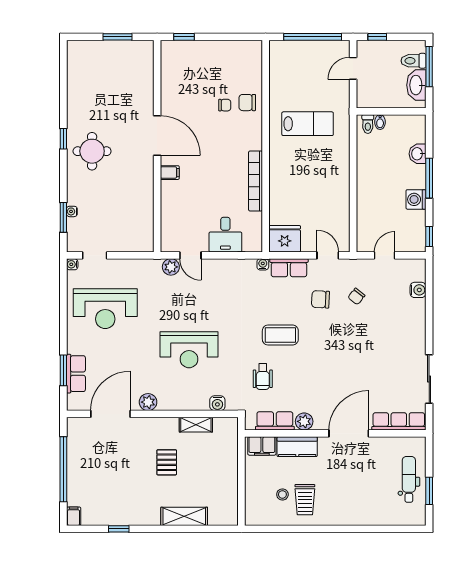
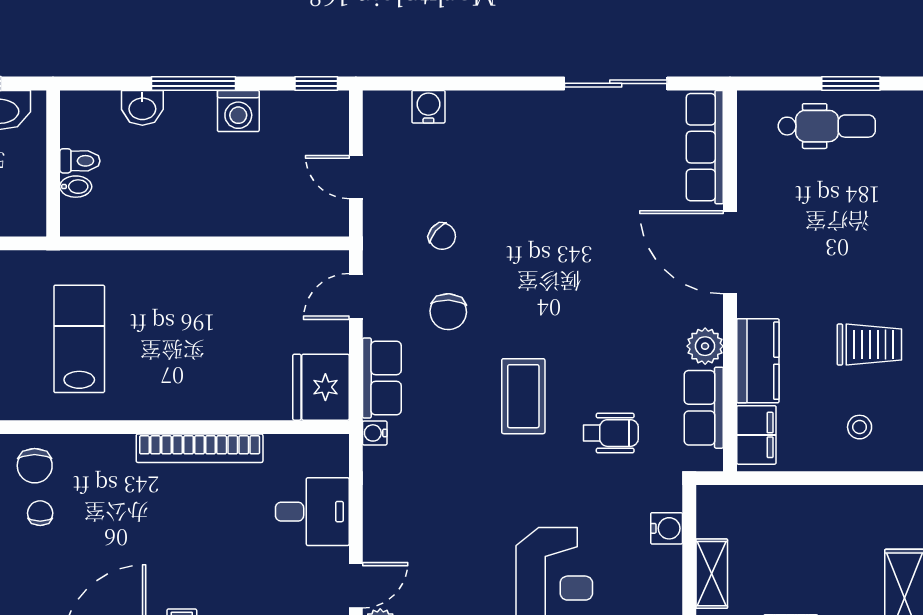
toilet: (368, 124) -> (80, 161), moved
dental chair: (409, 479) -> (827, 126), turned 180
stool: (282, 494) -> (860, 427), moved

